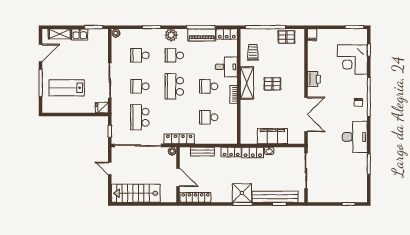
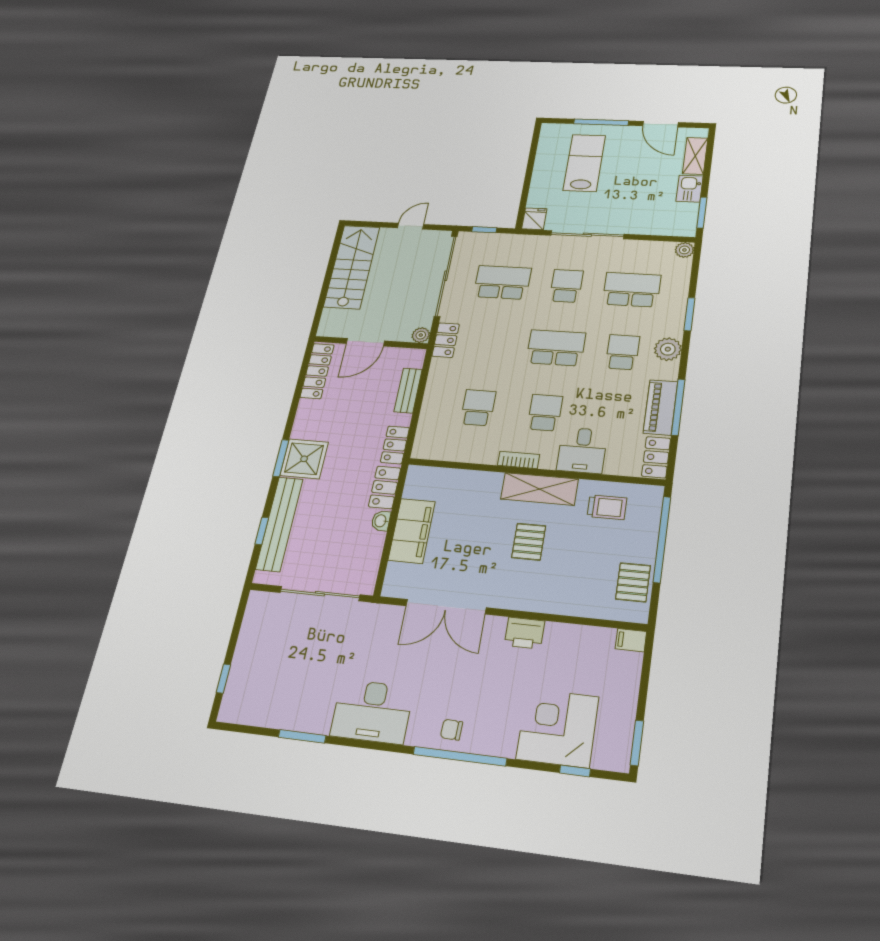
school desk: (140, 55) -> (632, 290), width x1.85
locker: (179, 139) -> (446, 340), width x0.66

